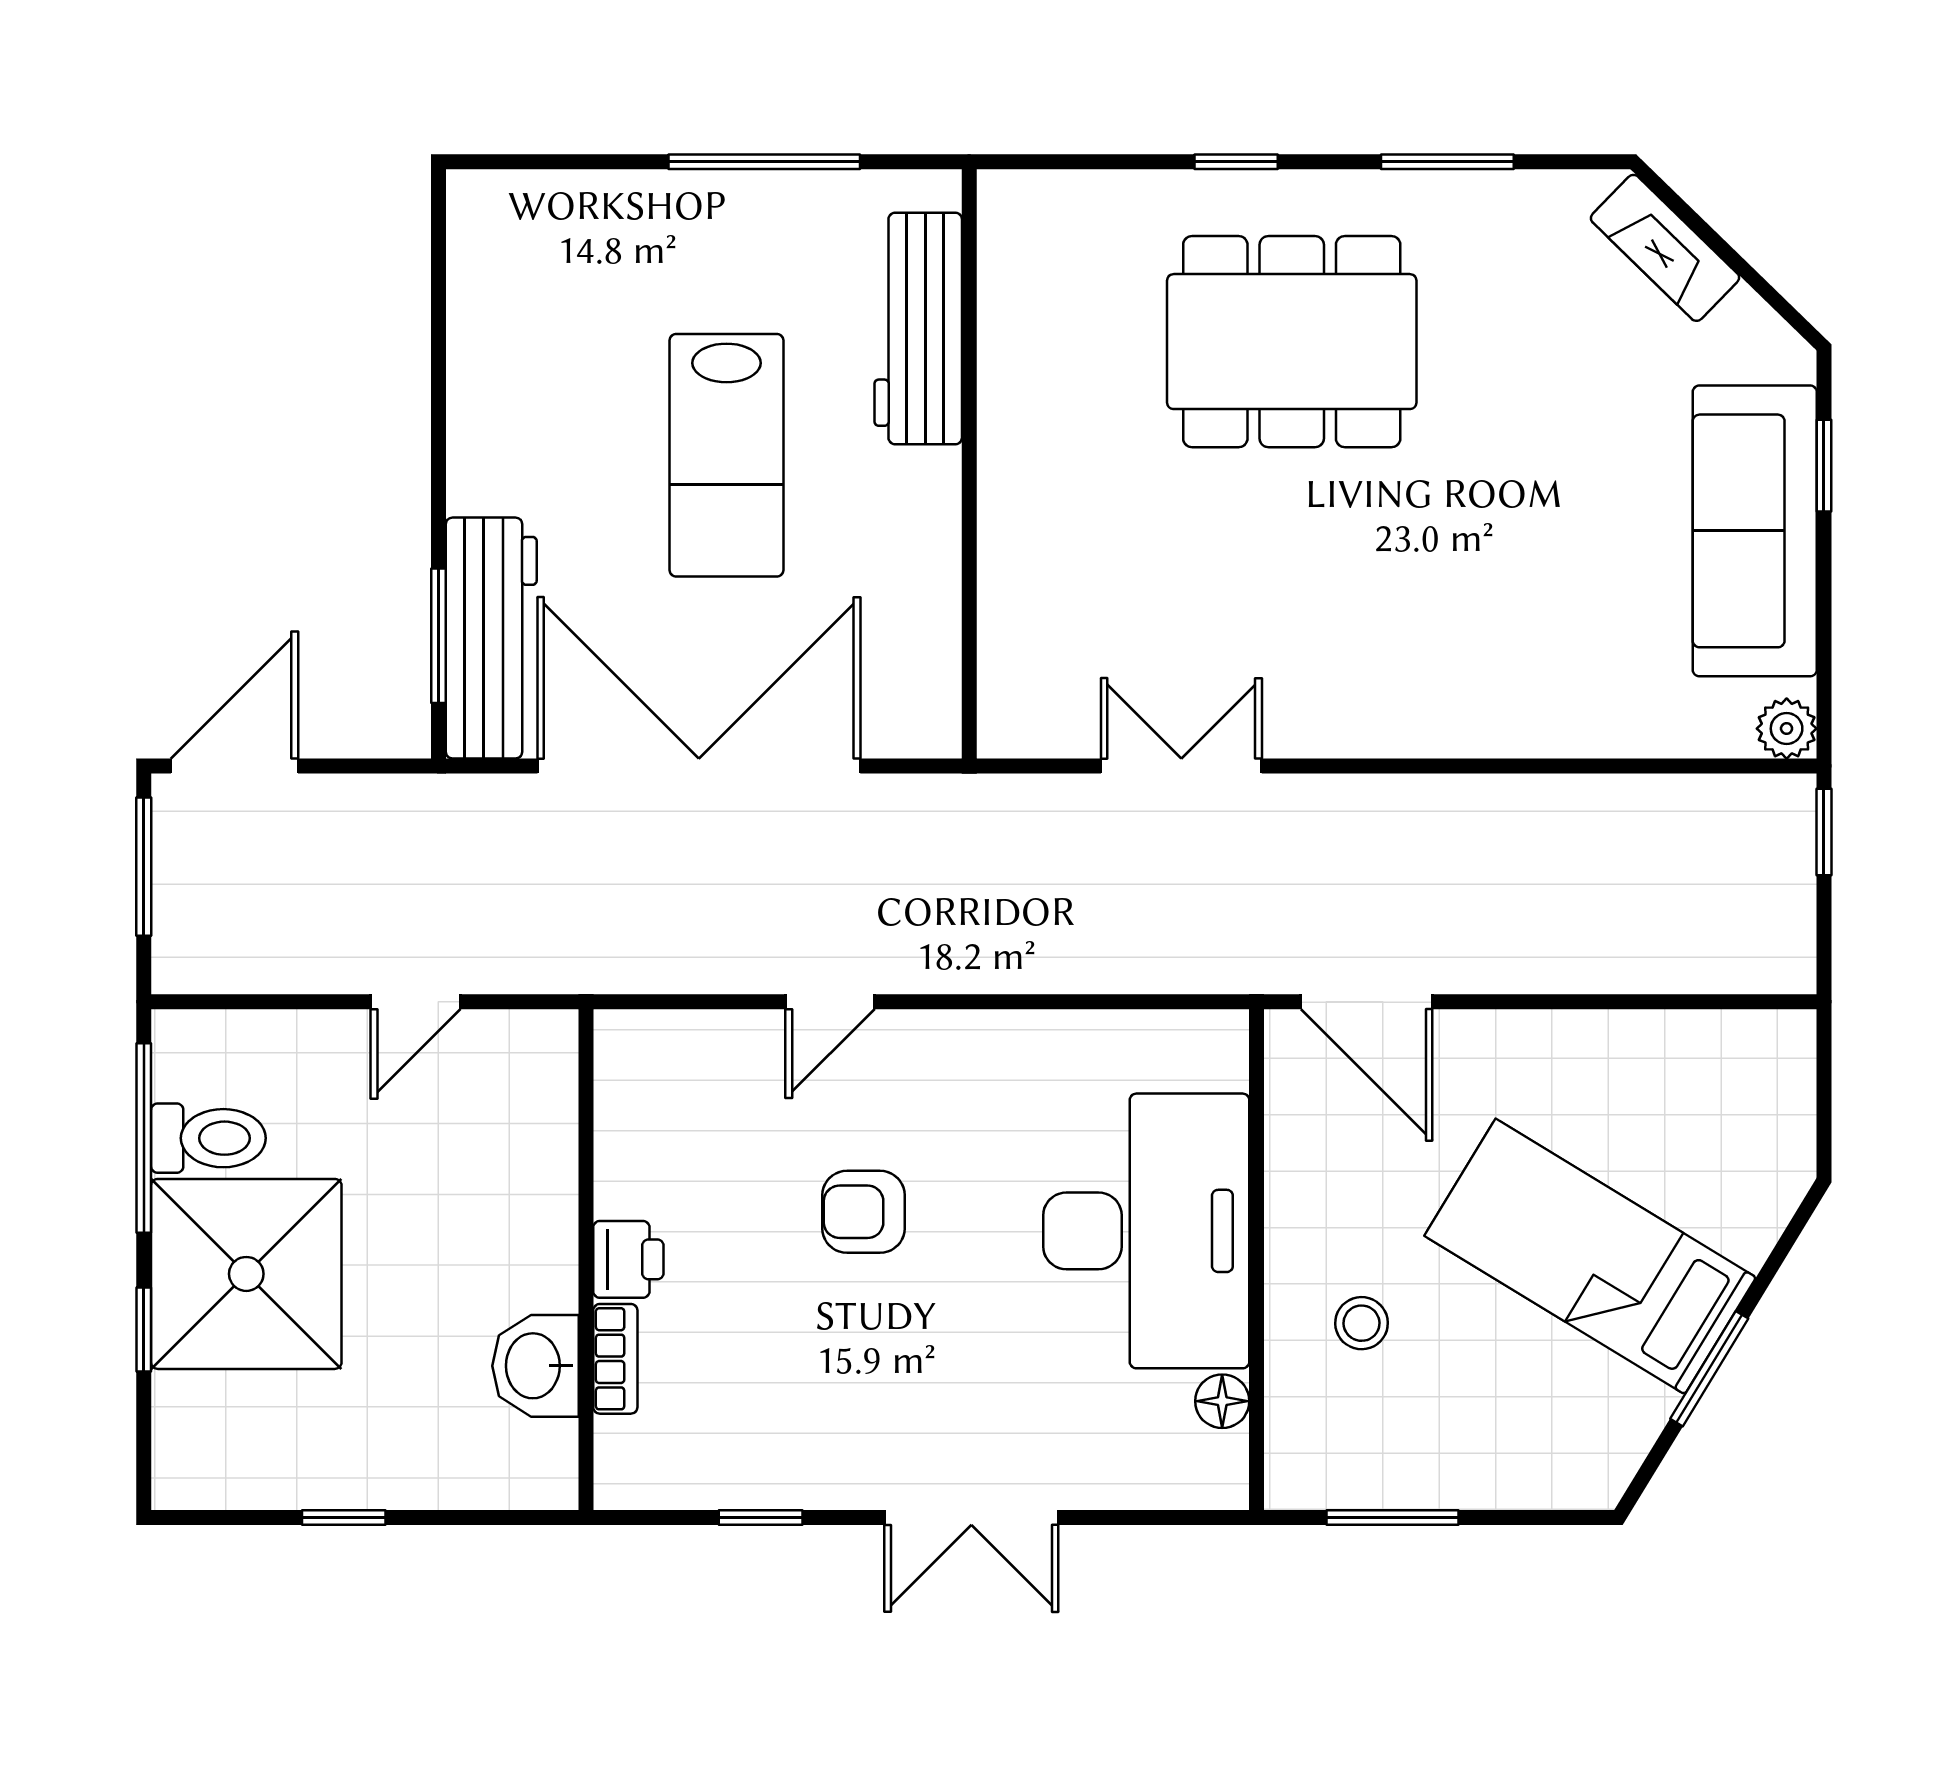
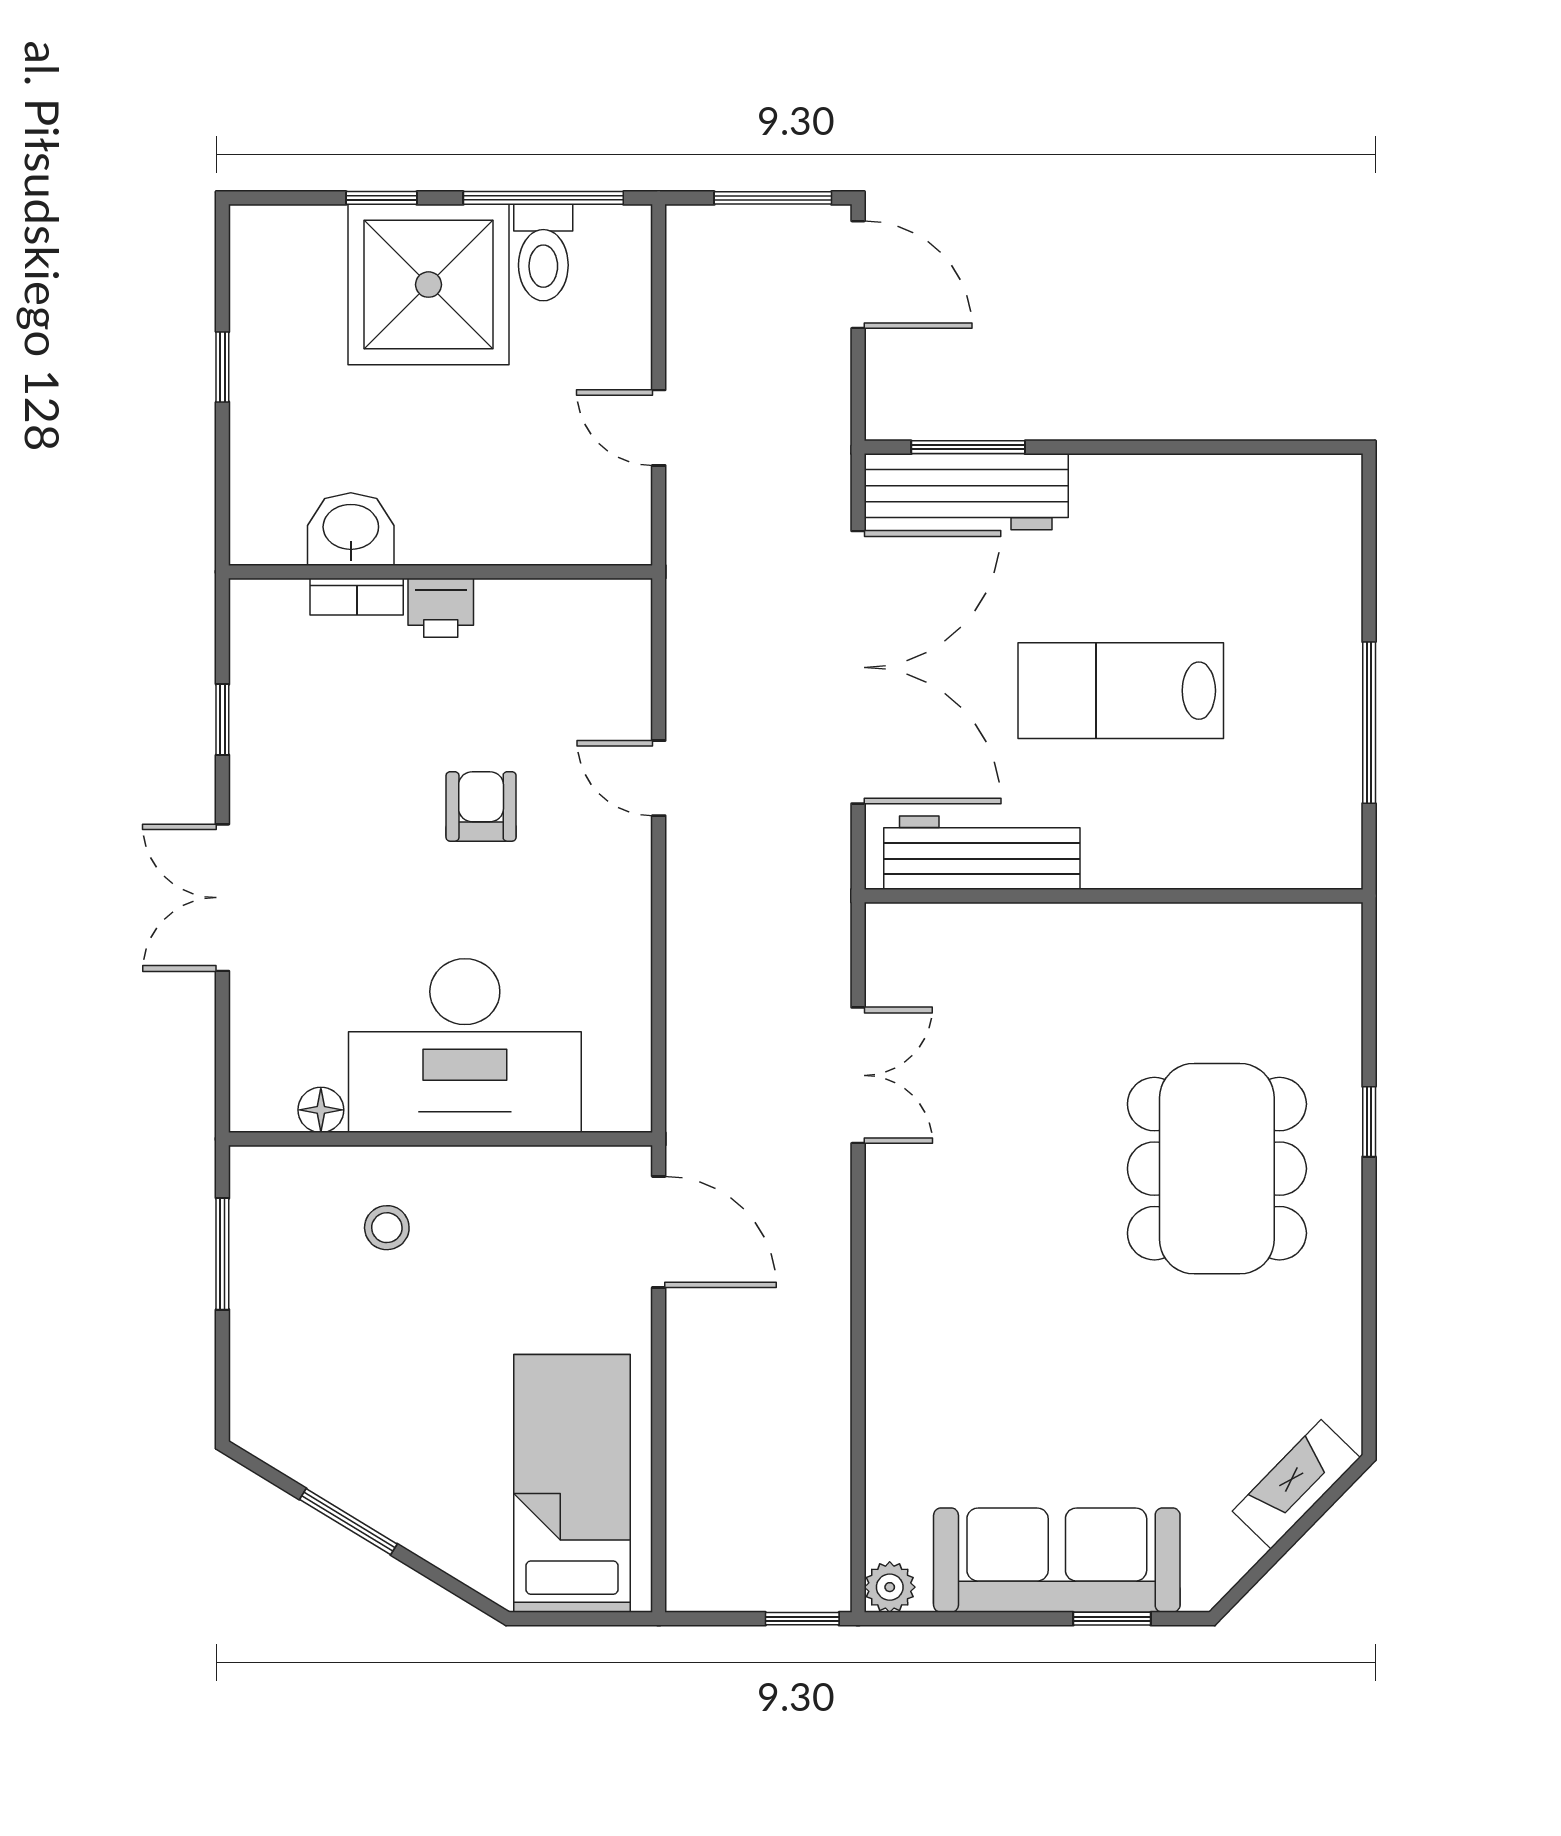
window: (1447, 162) -> (1369, 1300), removed
workbench: (918, 328) -> (982, 853), moved
door: (1367, 1002) -> (659, 1232), swing flipped
bed: (1590, 1257) -> (572, 1483), moved, turned -31

